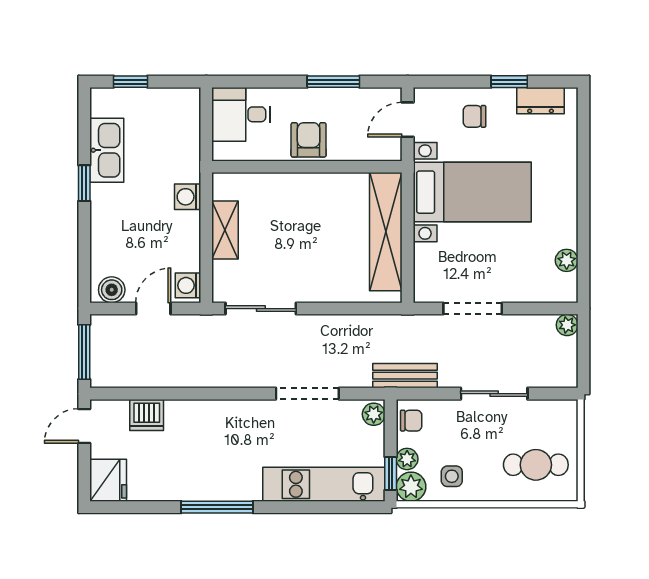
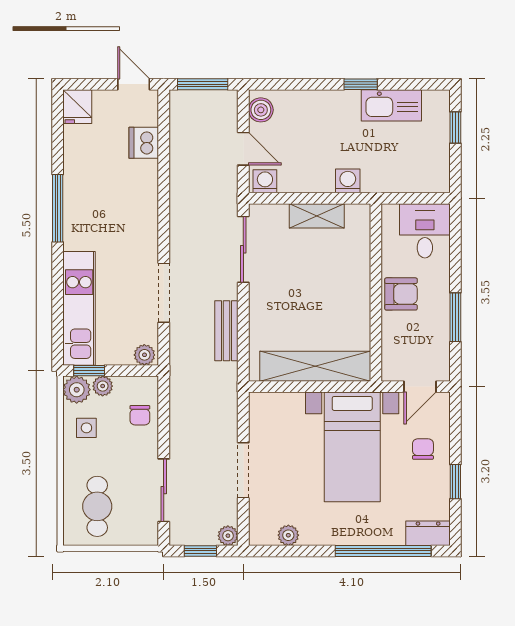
dresser: (541, 101) -> (428, 533), moved, turned 90
door: (408, 120) -> (420, 387), swing flipped
window: (583, 159) -> (383, 551), added
doorway: (473, 309) -> (243, 470), moved
window: (583, 354) -> (200, 551), added
bench: (405, 376) -> (226, 331), moved
sliding door: (494, 394) -> (164, 490), moved
chair: (411, 421) -> (140, 415), moved
fridge: (108, 480) -> (77, 107), width x0.72

